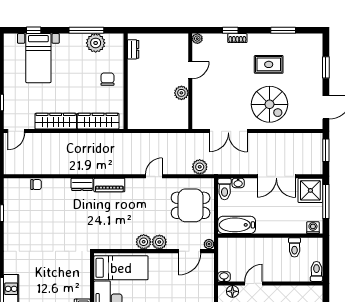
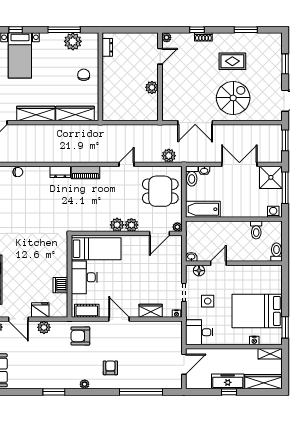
door: (190, 70) -> (160, 56), moved
spiral stairs: (269, 104) -> (233, 98), turned -90
double door: (276, 176) -> (239, 164), swing flipped

